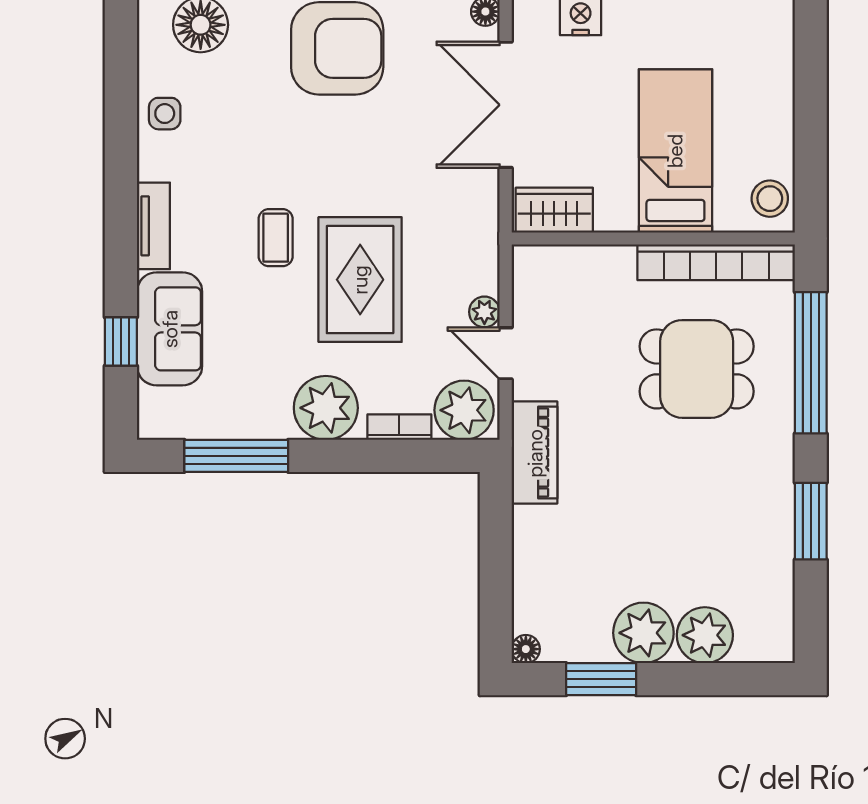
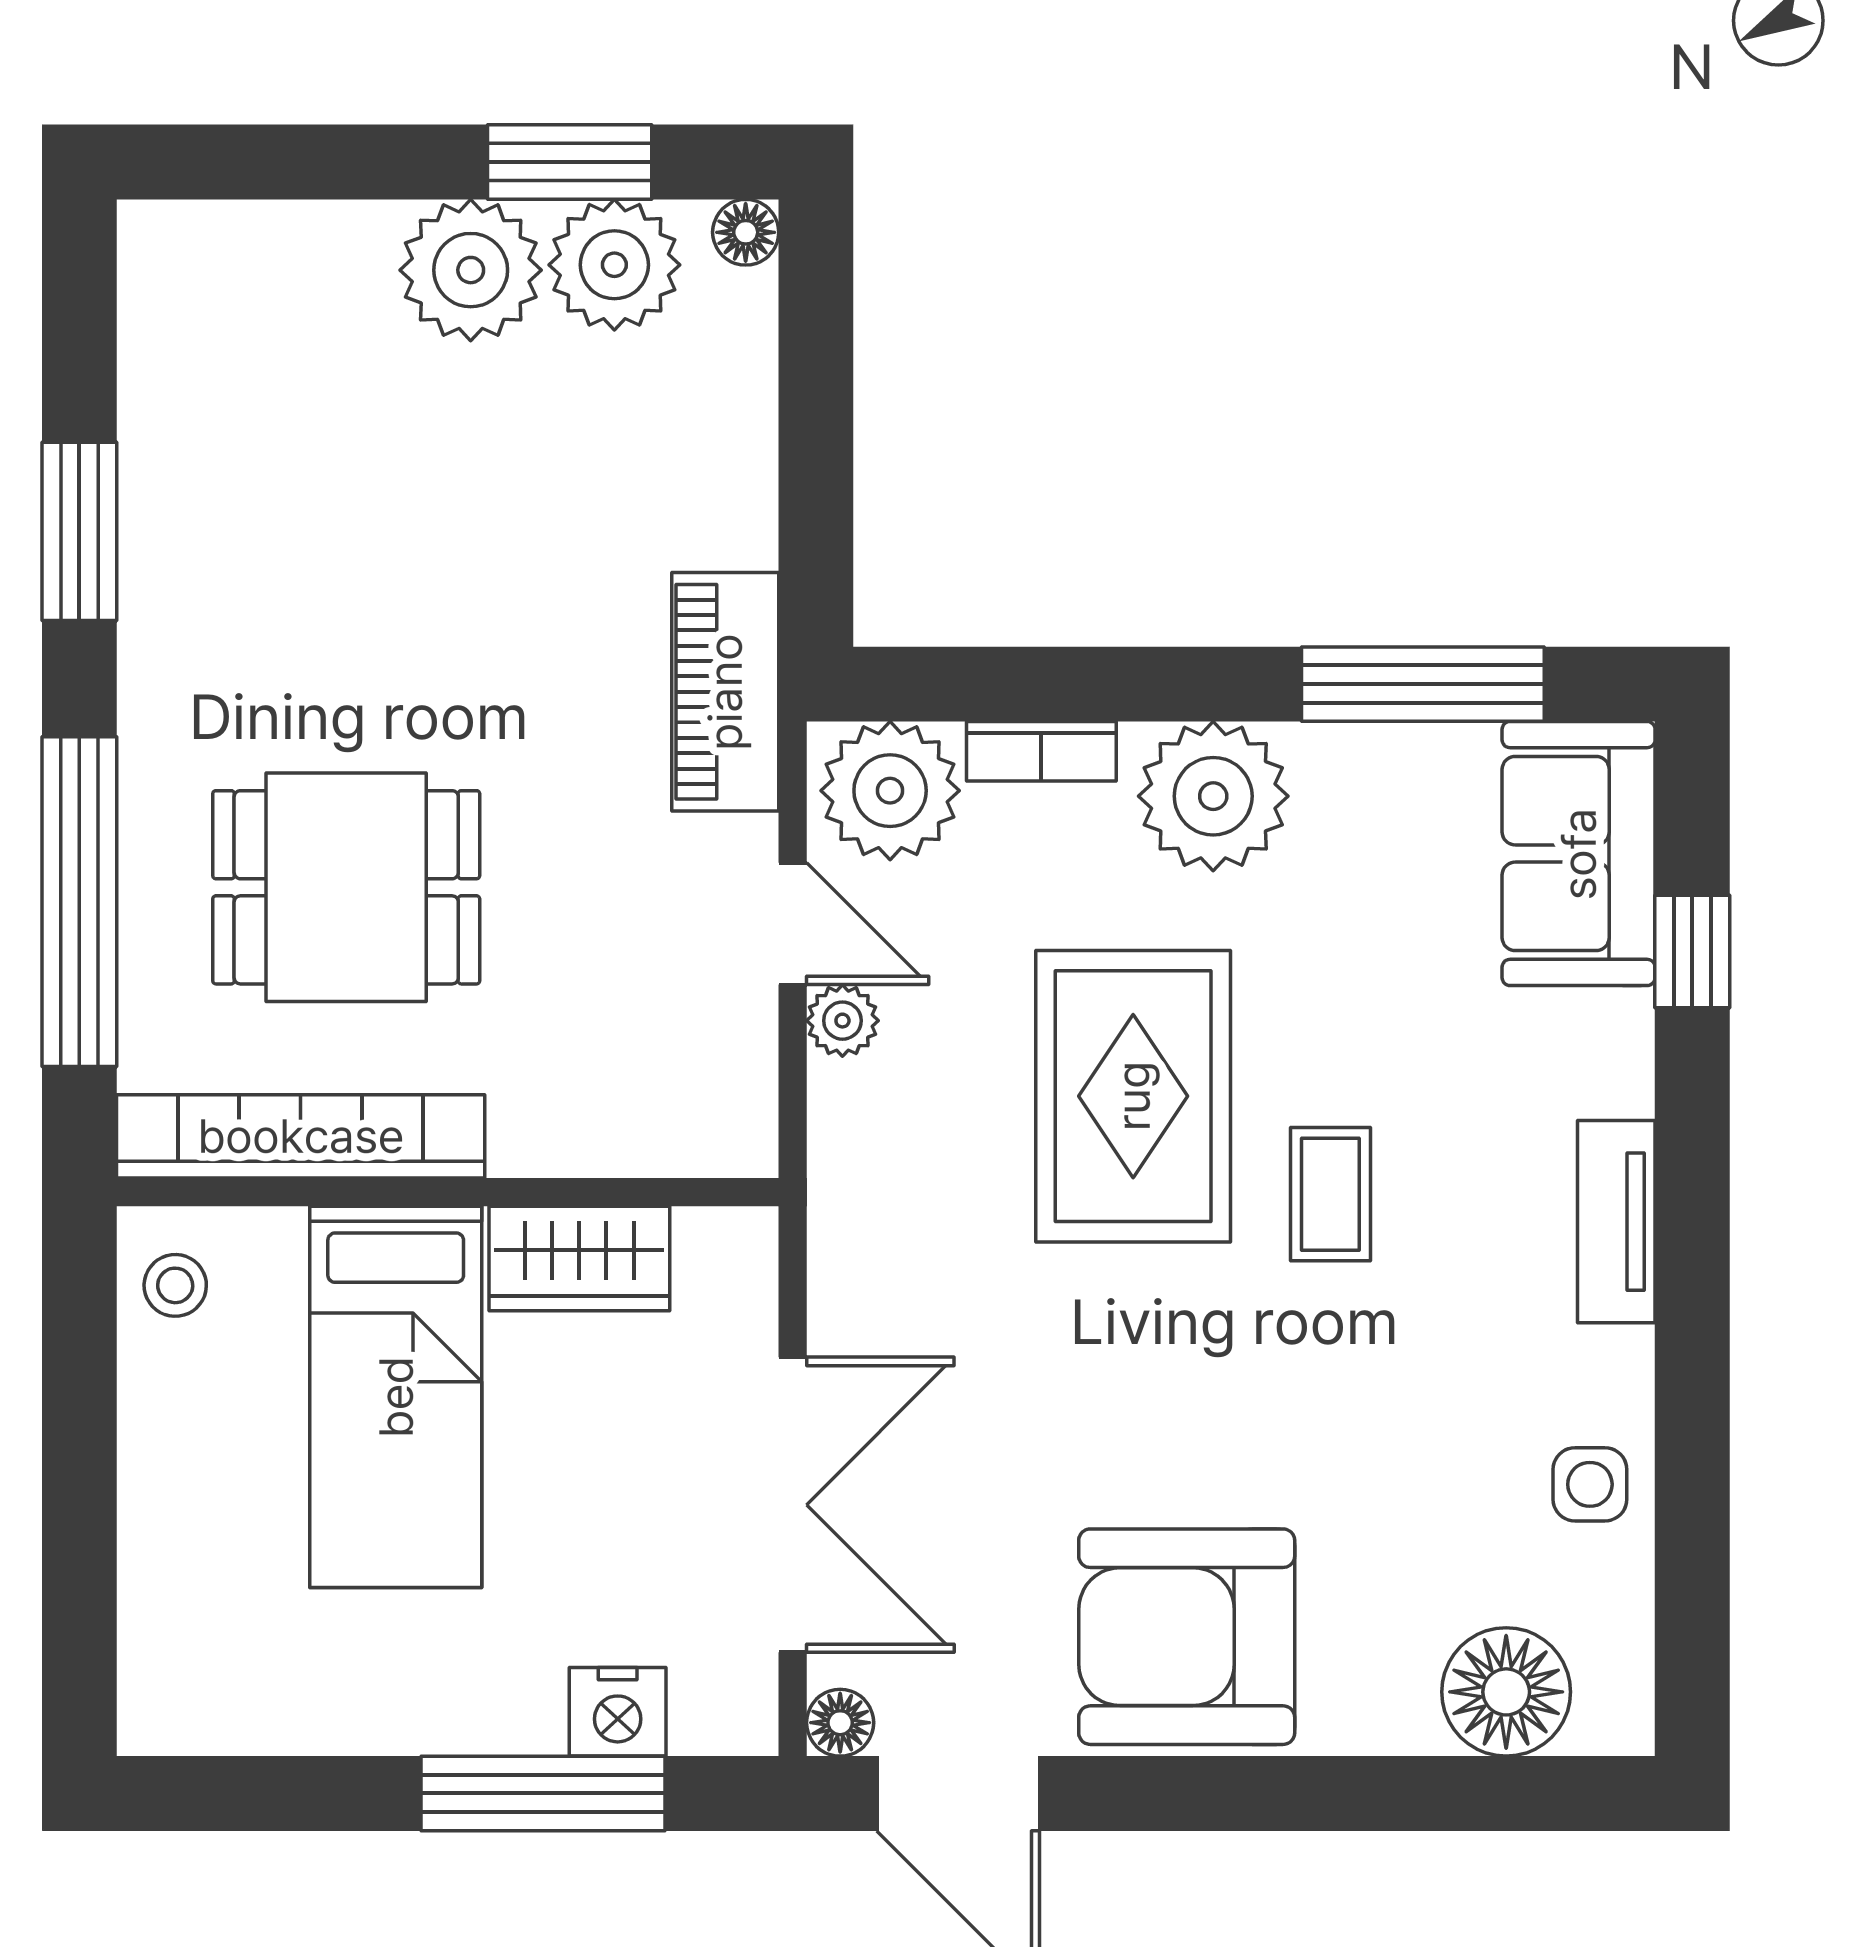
stool: (770, 199) -> (175, 1285), width x0.73, depth x0.73
wardrobe: (554, 210) -> (579, 1259), moved
sofa: (170, 329) -> (1579, 854), moved
plant: (705, 635) -> (614, 265), moved

